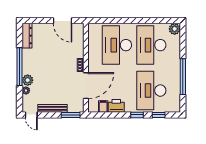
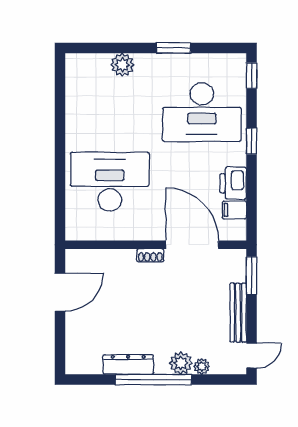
plant: (175, 29) -> (122, 65), moved
dresser: (27, 36) -> (128, 365), moved
desk: (117, 45) -> (110, 182), turned 180
desk: (151, 45) -> (110, 112), removed
window: (183, 77) -> (174, 48), width x0.47
window: (159, 115) -> (252, 76), moved

